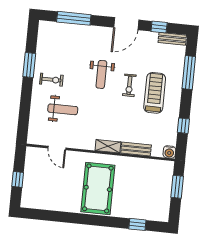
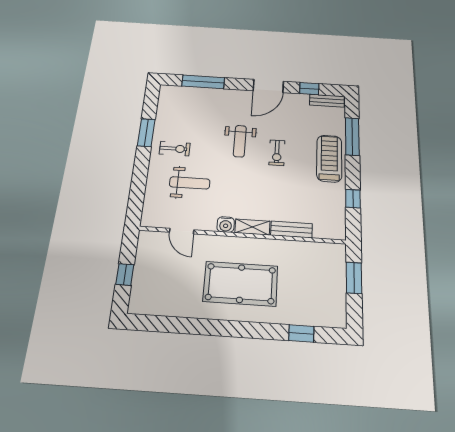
treadmill: (155, 93) -> (329, 158), moved
water cooler: (169, 152) -> (226, 225), moved
pool table: (98, 188) -> (241, 284), turned 90

